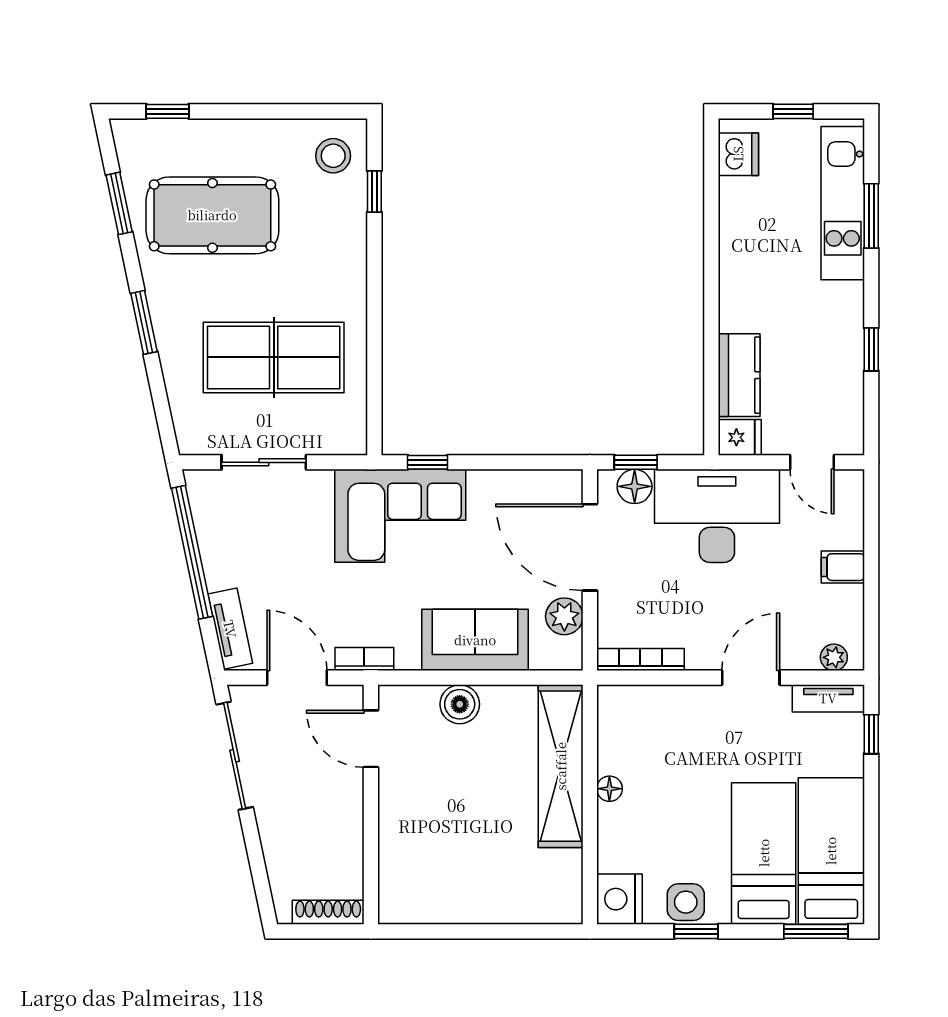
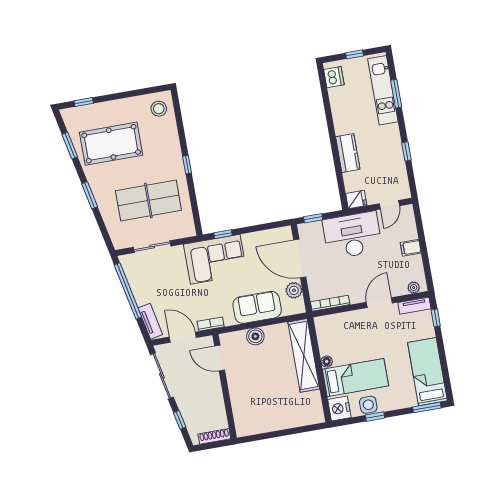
window: (374, 191) -> (187, 165), moved
kitchen counter: (739, 375) -> (348, 153), moved
door: (812, 462) -> (389, 205), hinge flipped
floor lamp: (635, 486) -> (314, 229), removed
bed: (764, 853) -> (355, 378), moved, turned 90
window: (257, 862) -> (180, 420), added

